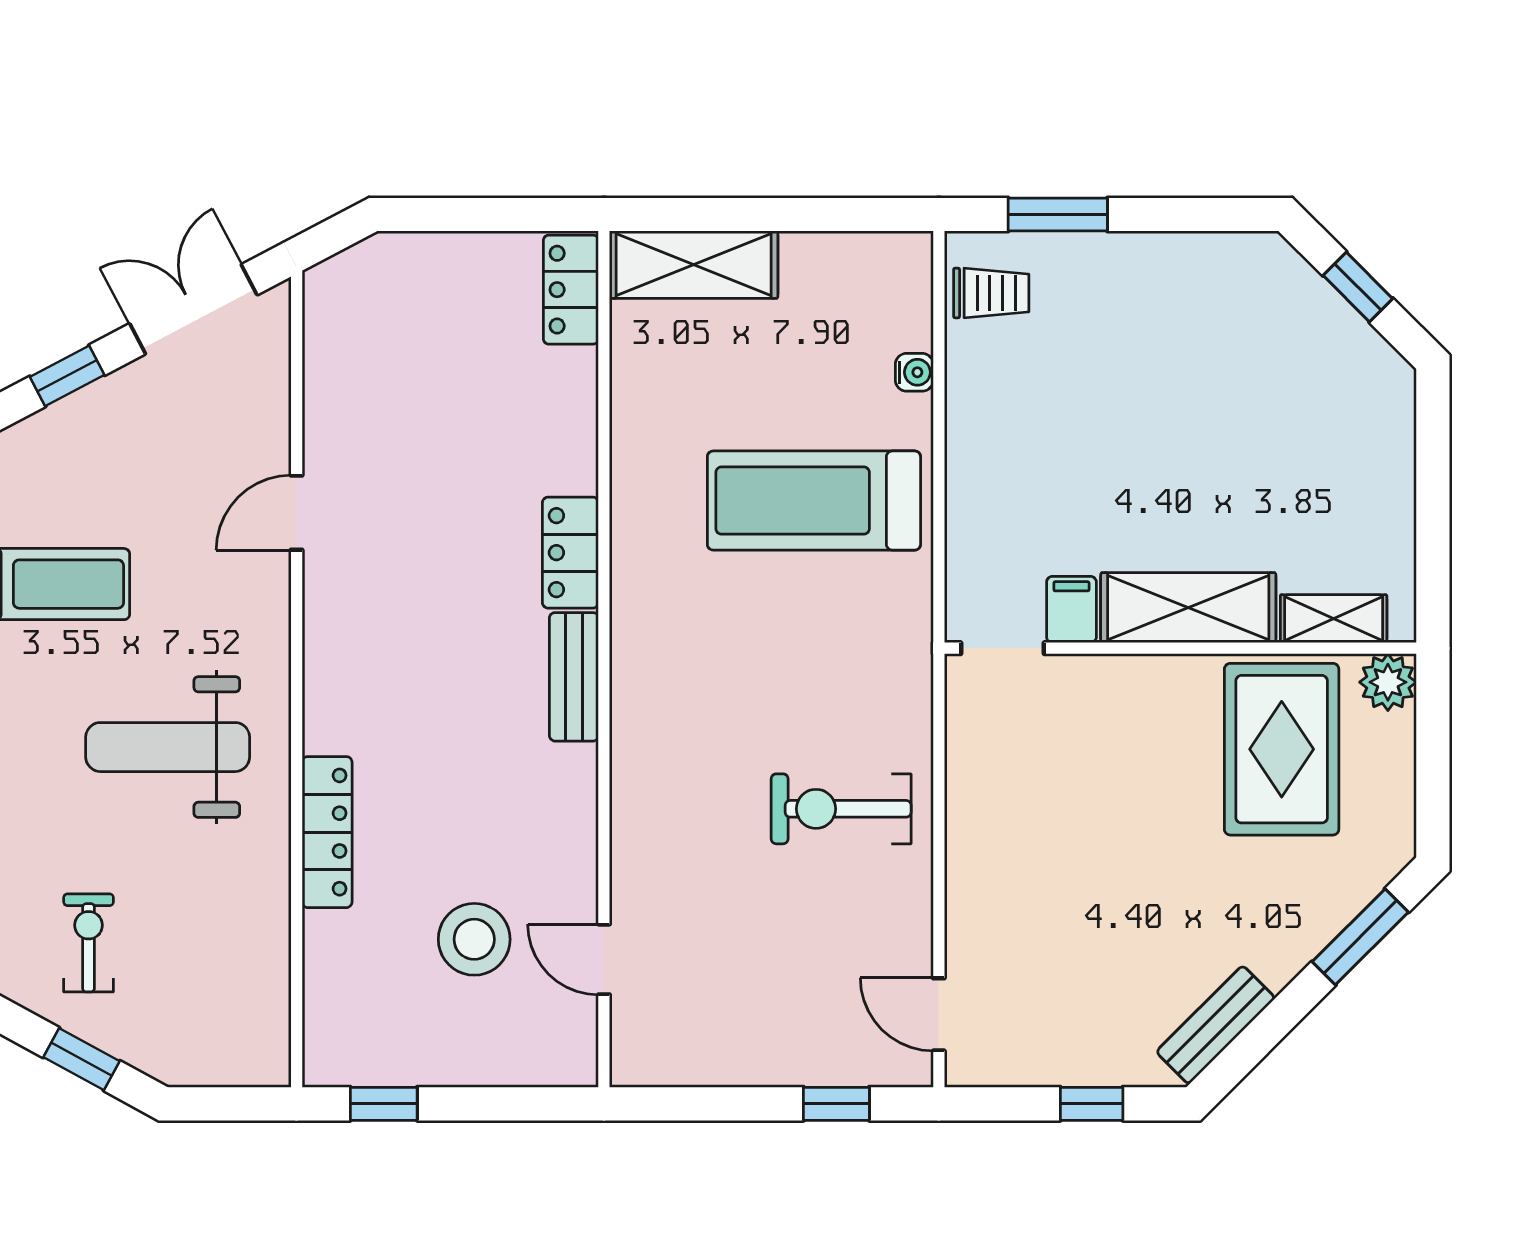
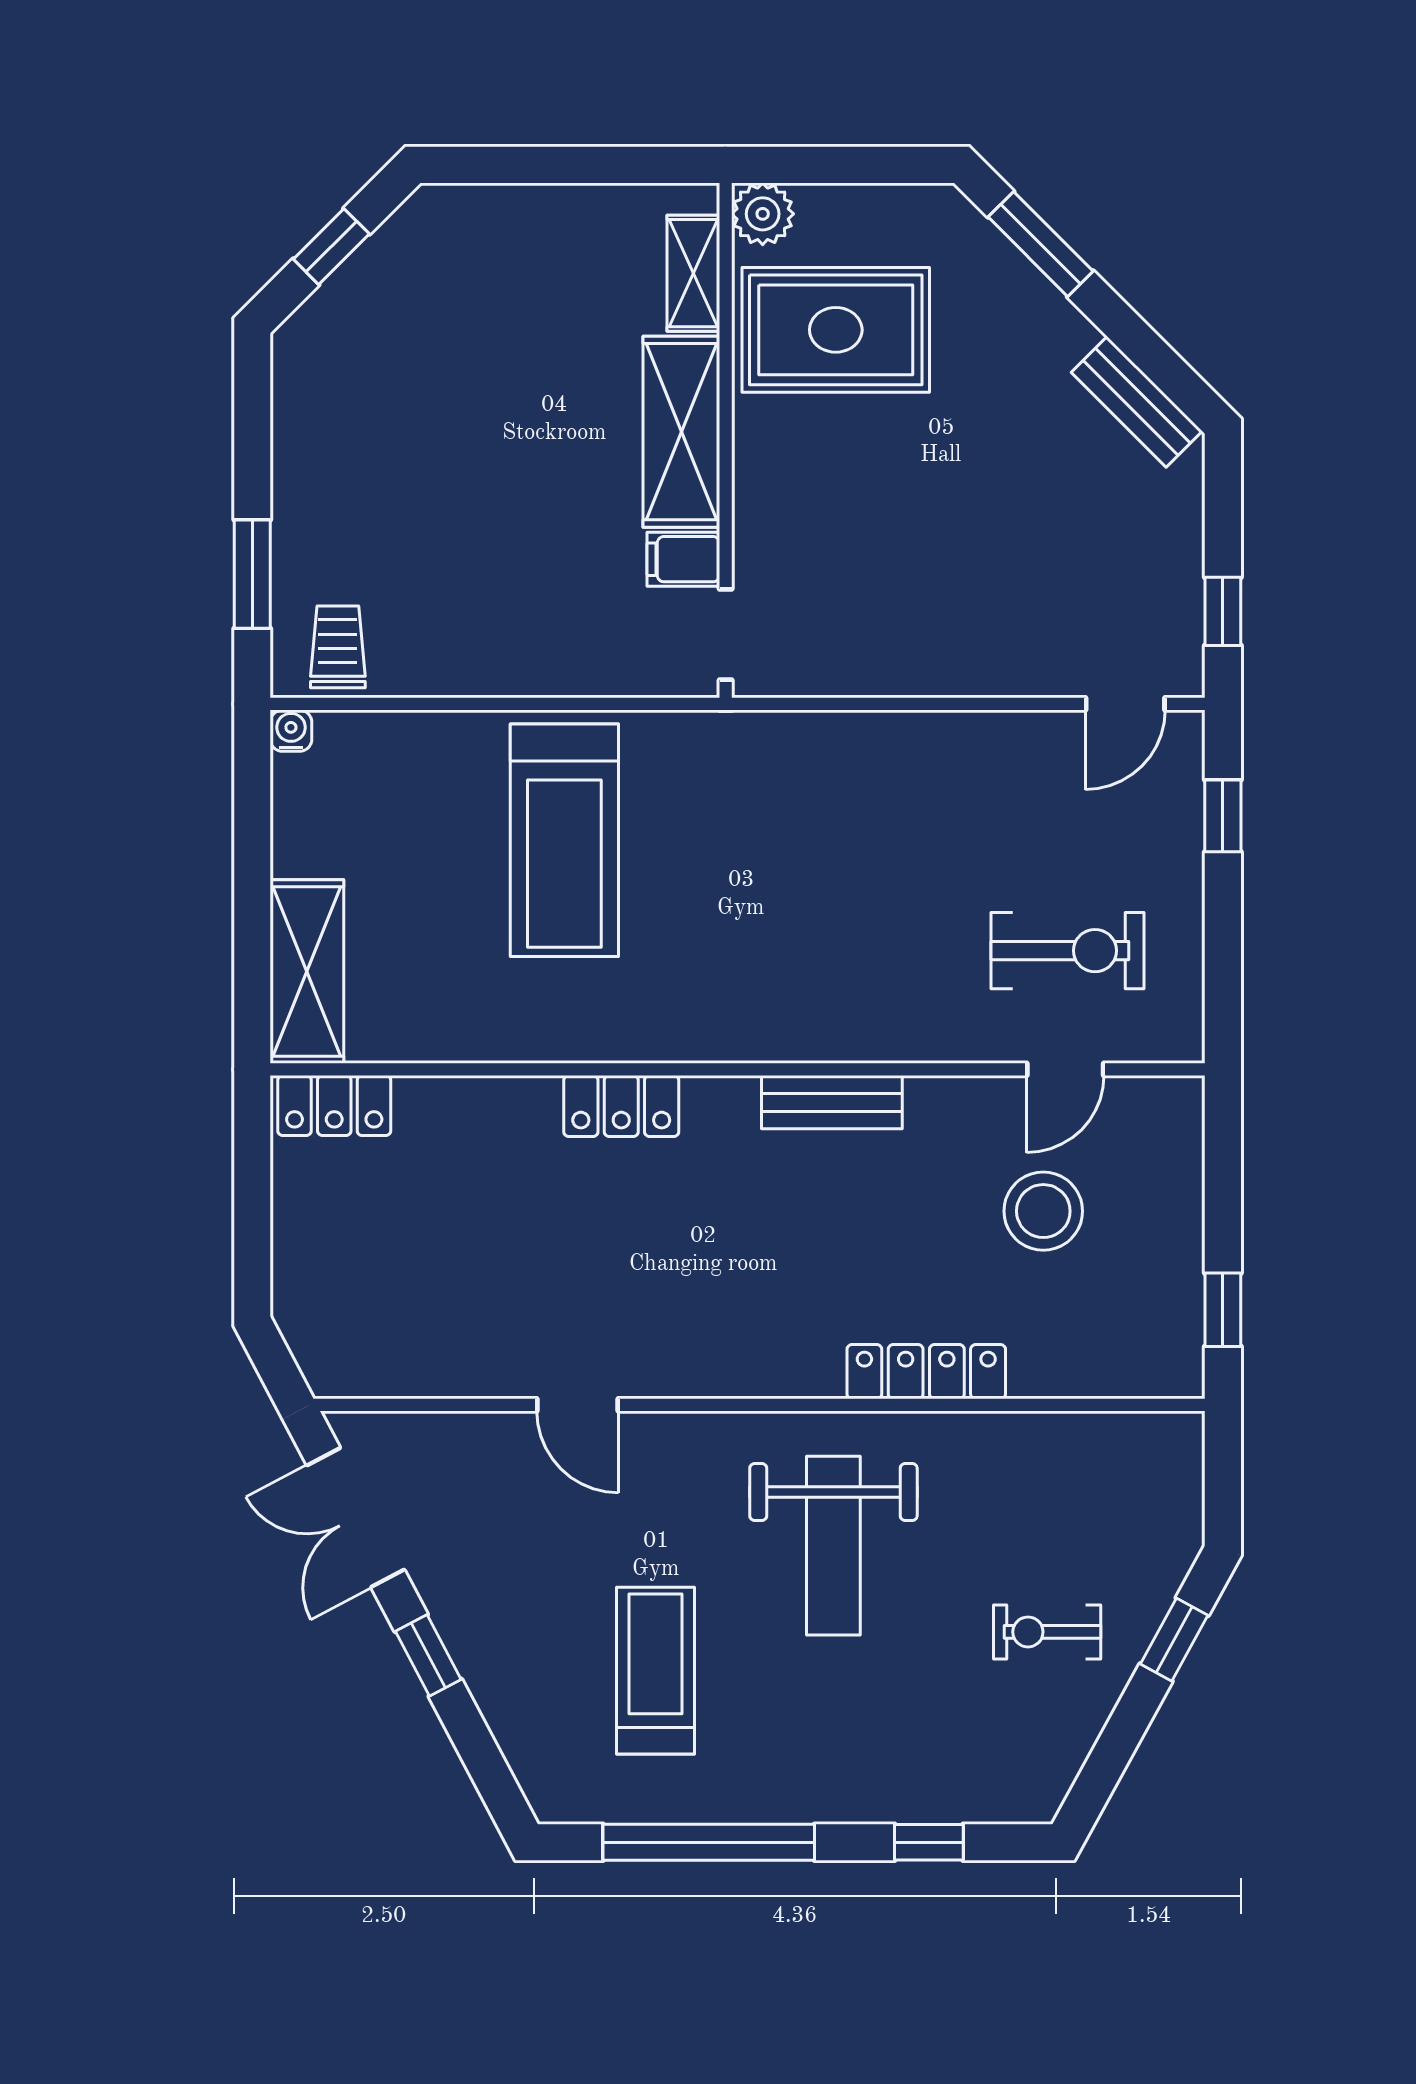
water cooler: (914, 372) -> (291, 731), moved
bench: (574, 677) -> (832, 1102), moved
exercise bike: (841, 809) -> (1068, 951), moved, turned -90
window: (1092, 1104) -> (1223, 611), moved

